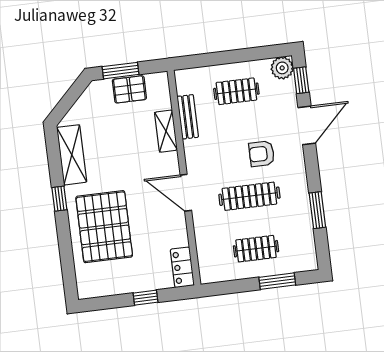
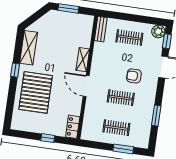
pallet: (129, 89) -> (70, 20), removed
bench: (188, 117) -> (101, 29), moved
shelving: (166, 131) -> (83, 60), moved
clothes rail: (249, 196) -> (121, 98), width x0.73

